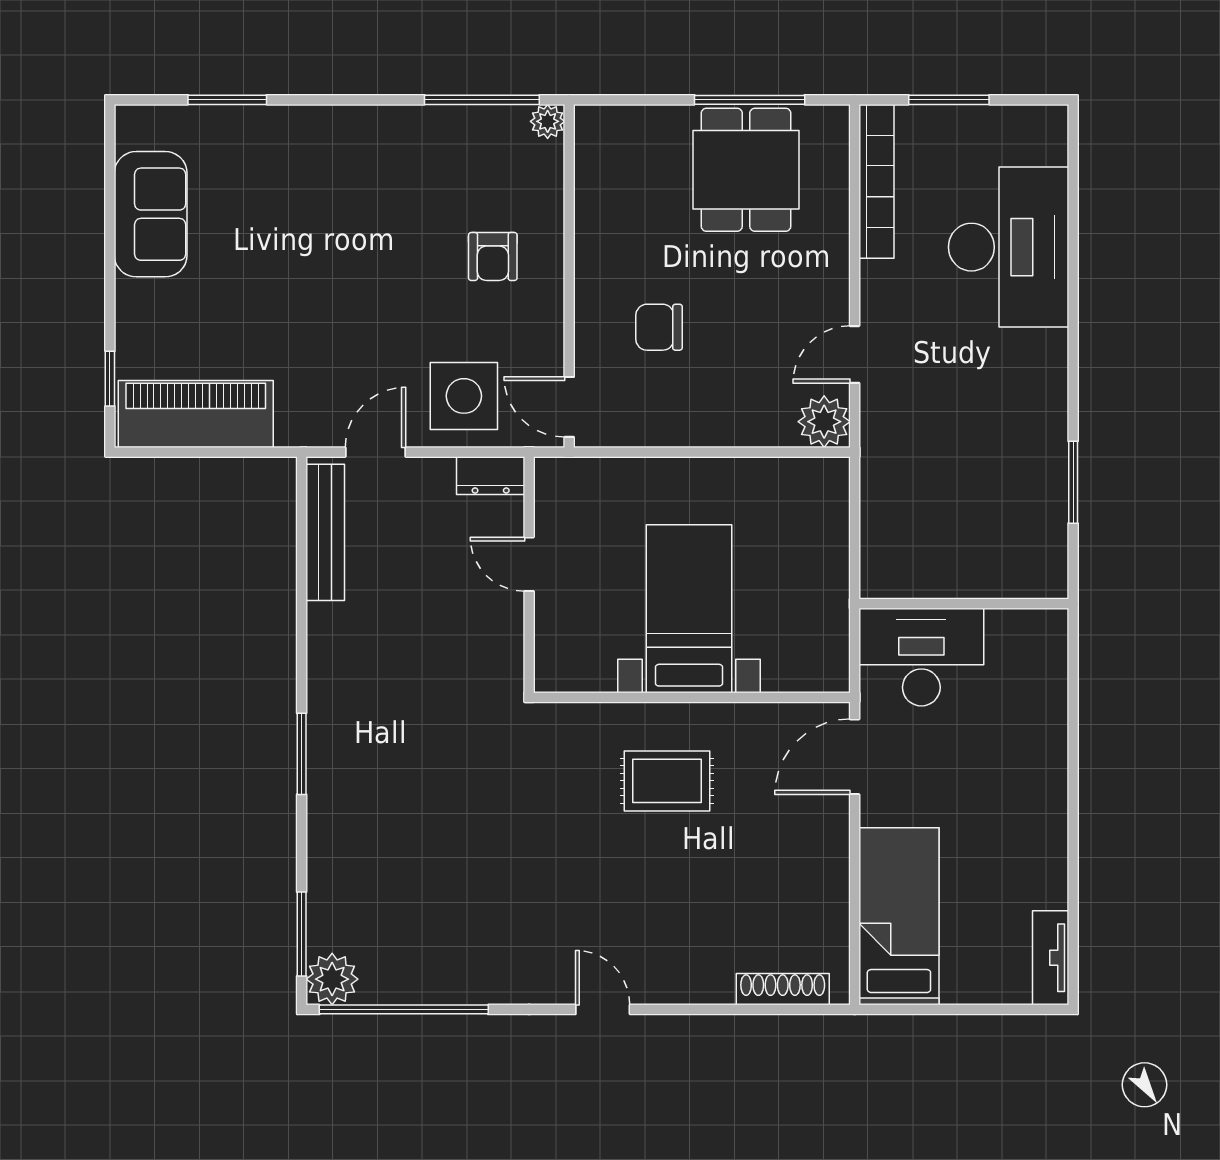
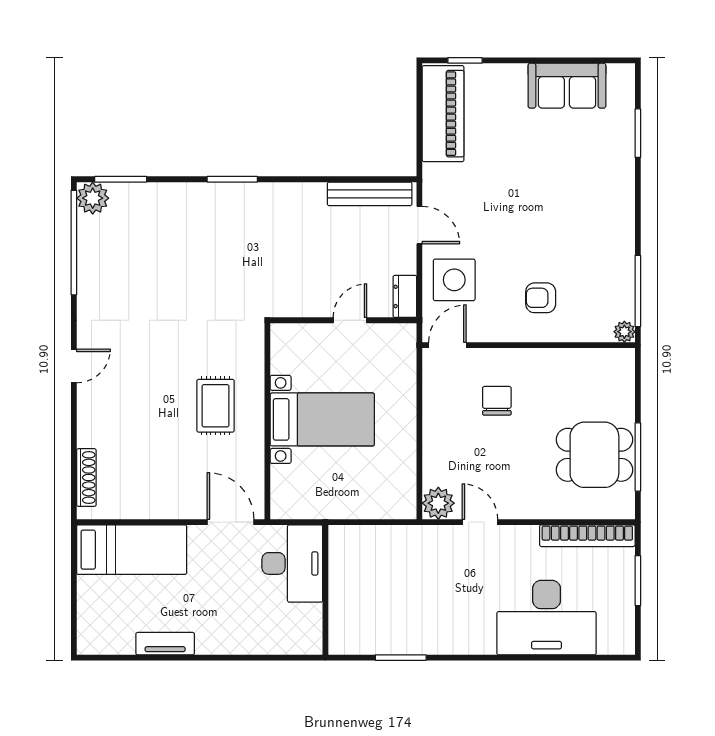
tv unit: (1051, 958) -> (165, 644), moved

